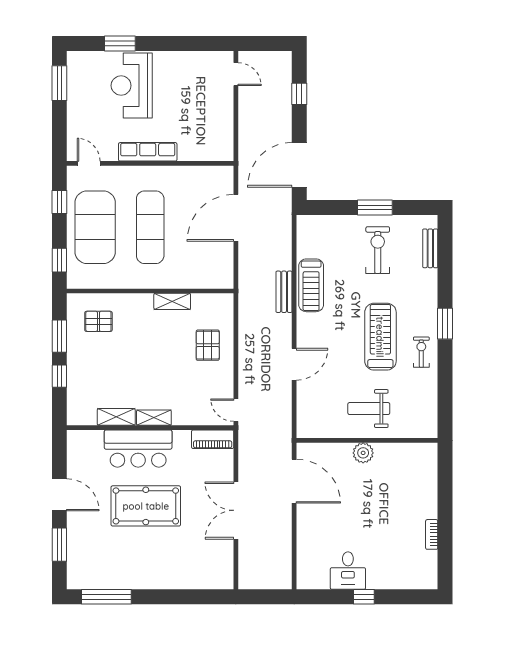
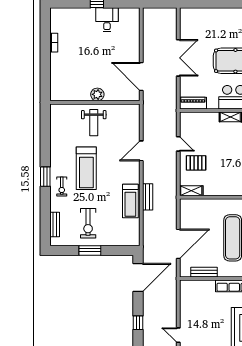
bench: (195, 173) -> (204, 272), added
treadmill: (311, 285) -> (130, 201), turned 180
shelving: (172, 301) -> (191, 191), moved
pallet: (208, 345) -> (196, 163), turned 90
exercise bike: (421, 352) -> (62, 187), moved
weight bench: (369, 409) -> (94, 123), turned 90
door: (236, 410) -> (178, 144), moved

